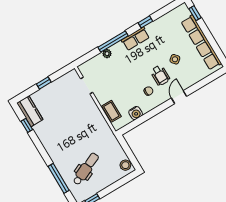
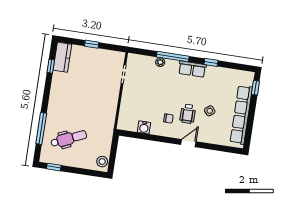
coffee table: (111, 111) -> (126, 110), removed

